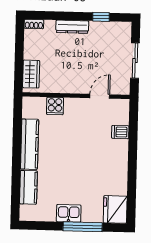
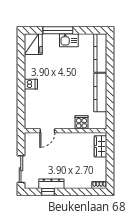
dresser: (72, 27) -> (51, 184), moved
sliding door: (135, 61) -> (21, 169), moved
dishwasher: (120, 132) -> (31, 84), moved
kitchen counter: (28, 187) -> (100, 53), width x1.50

